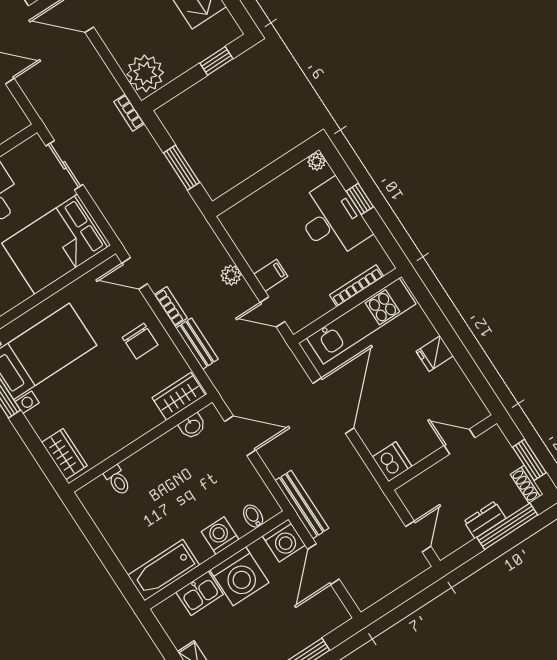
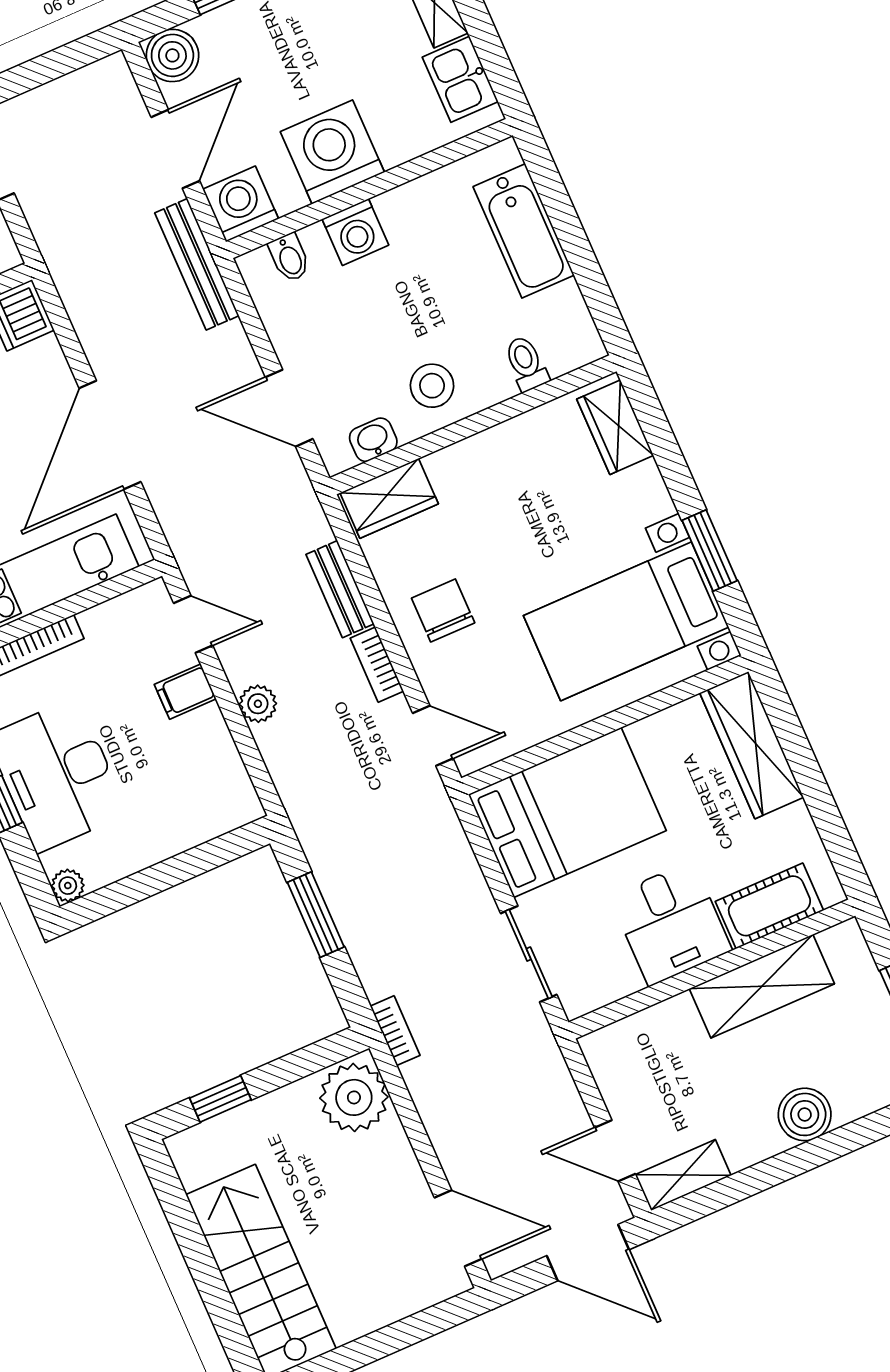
stool: (166, 460) -> (432, 386), added
bathtub: (164, 570) -> (524, 231), moved, turned 90
kitchen sink: (200, 593) -> (460, 79), moved, turned -90
boiler: (333, 614) -> (172, 55), added

